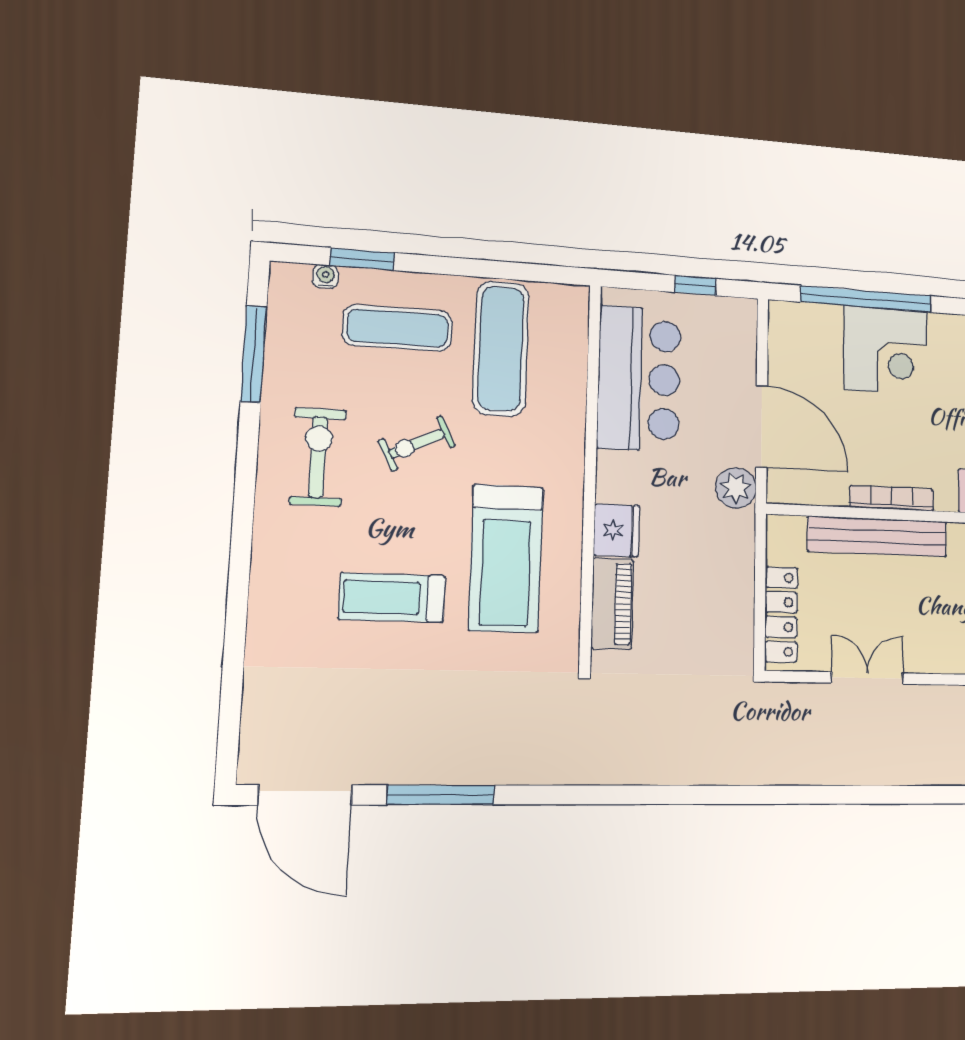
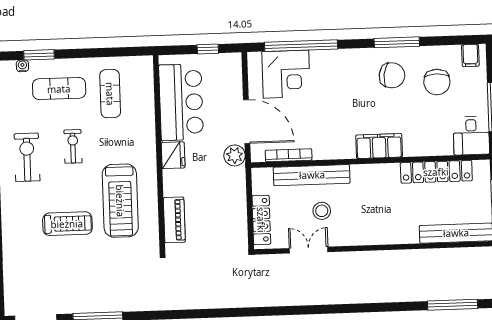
exercise mat: (501, 348) -> (110, 94), width x0.73, depth x0.69
corner desk: (886, 350) -> (286, 74), moved
exercise bike: (417, 443) -> (73, 146), turned 116
bookcase: (892, 498) -> (289, 155), moved
fridge: (616, 530) -> (173, 155), moved
treadmill: (392, 597) -> (67, 224), turned 180
stool: (894, 605) -> (322, 211), added

